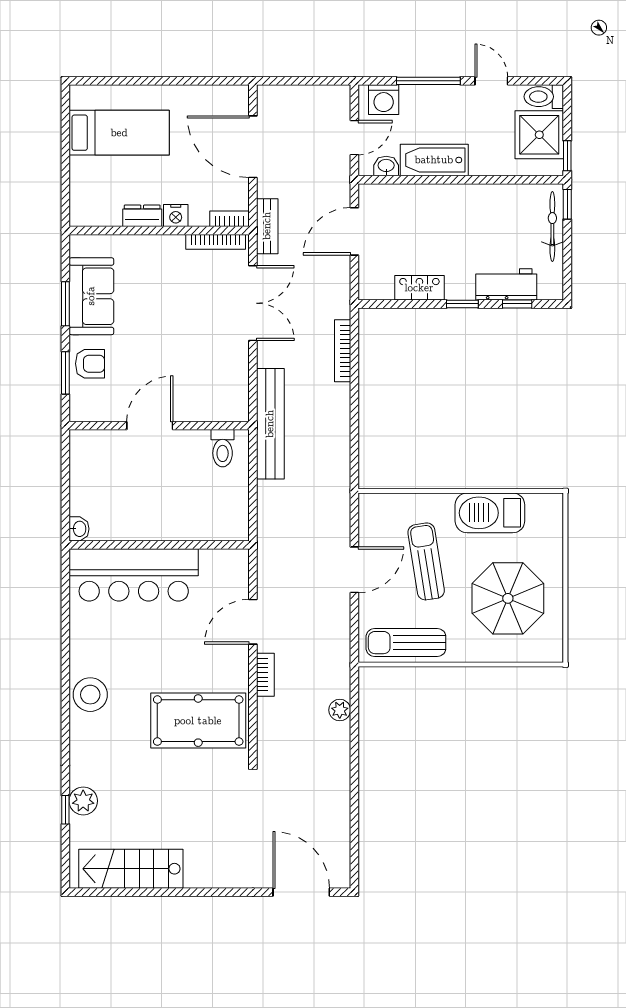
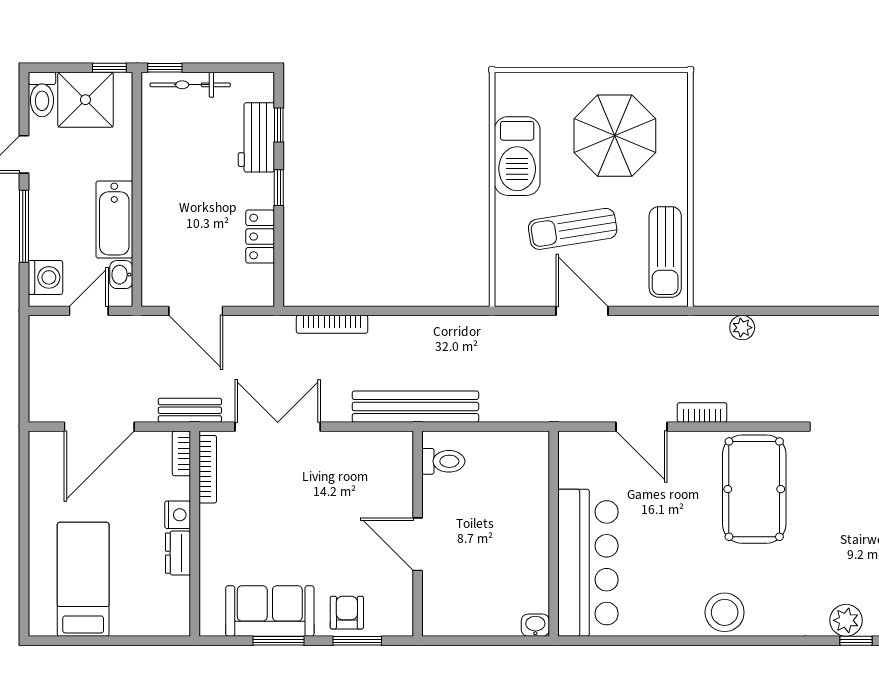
door: (354, 138) -> (89, 311), hinge flipped

